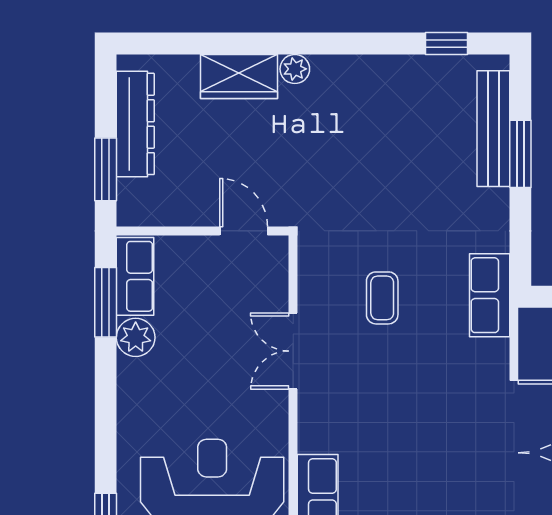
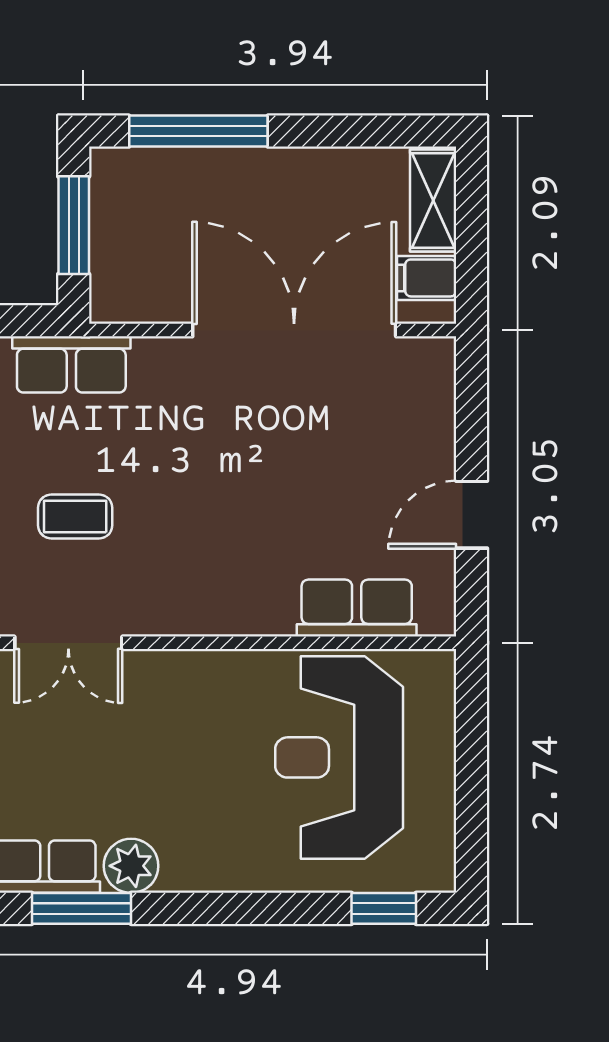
double door: (293, 351) -> (68, 643), moved

